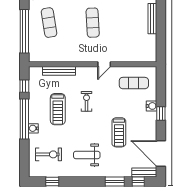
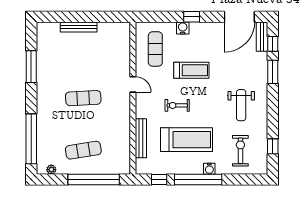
treadmill: (58, 109) -> (187, 140), width x1.37, depth x1.38
treadmill: (119, 132) -> (191, 70), moved

